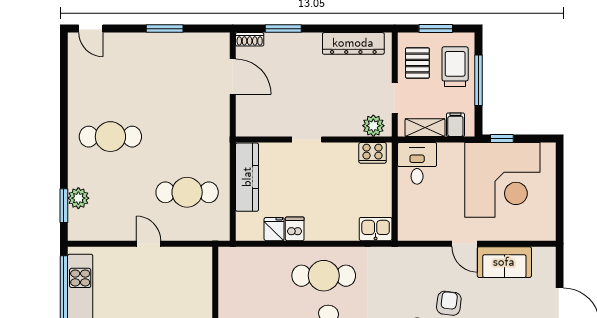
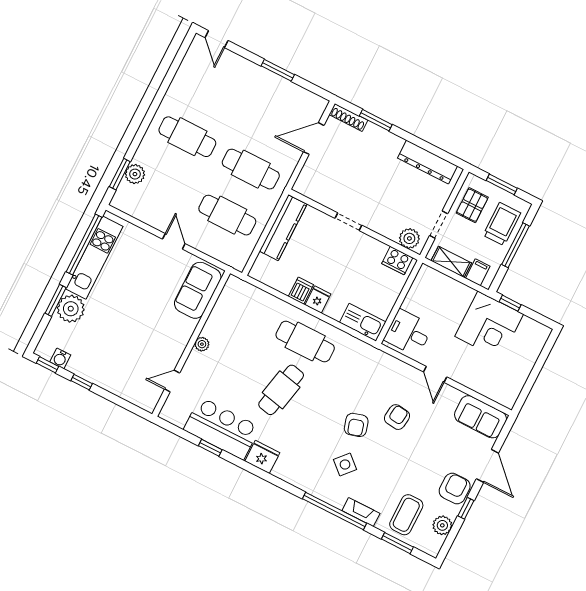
shoe rack: (250, 39) -> (348, 117), width x1.43
door: (233, 77) -> (314, 139), swing flipped
cafe table: (187, 137) -> (251, 169), added
desk: (417, 163) -> (408, 333), moved, turned -90
corner desk: (502, 180) -> (489, 325), width x0.74, depth x0.74
fridge: (274, 229) -> (318, 299), moved
kitchen sink: (376, 229) -> (363, 322), width x1.38
sofa: (504, 262) -> (480, 417), moved
sofa: (195, 279) -> (198, 290), added

